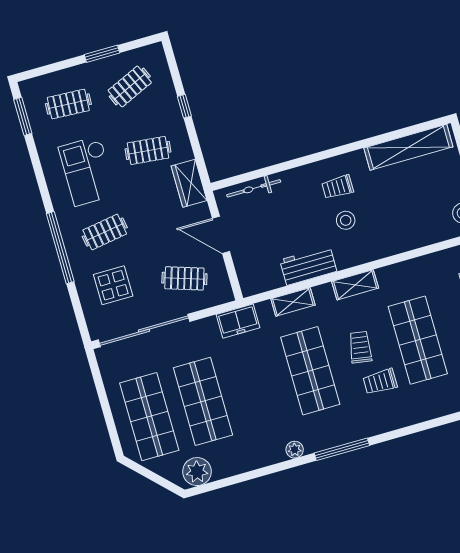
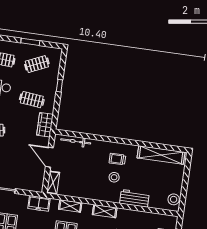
workbench: (308, 266) -> (134, 198), moved
shelving: (246, 275) -> (53, 183), added
clothes rail: (184, 278) -> (22, 171), removed

